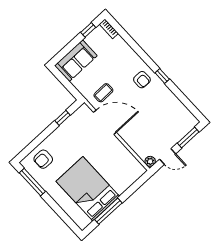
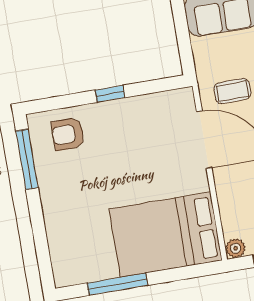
window: (62, 118) -> (110, 94), moved
bed: (88, 189) -> (166, 235), moved, turned -90

